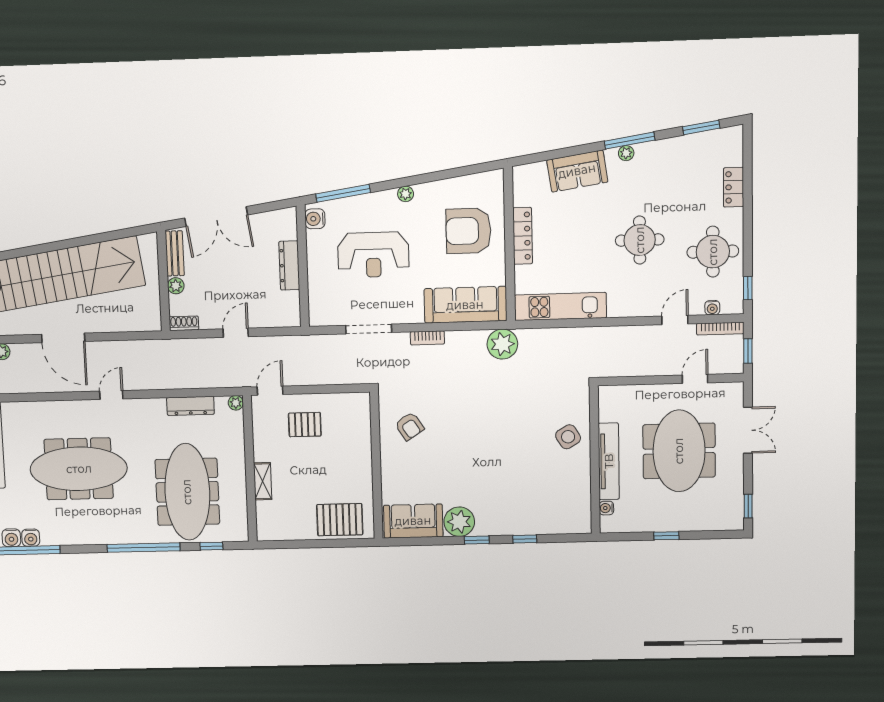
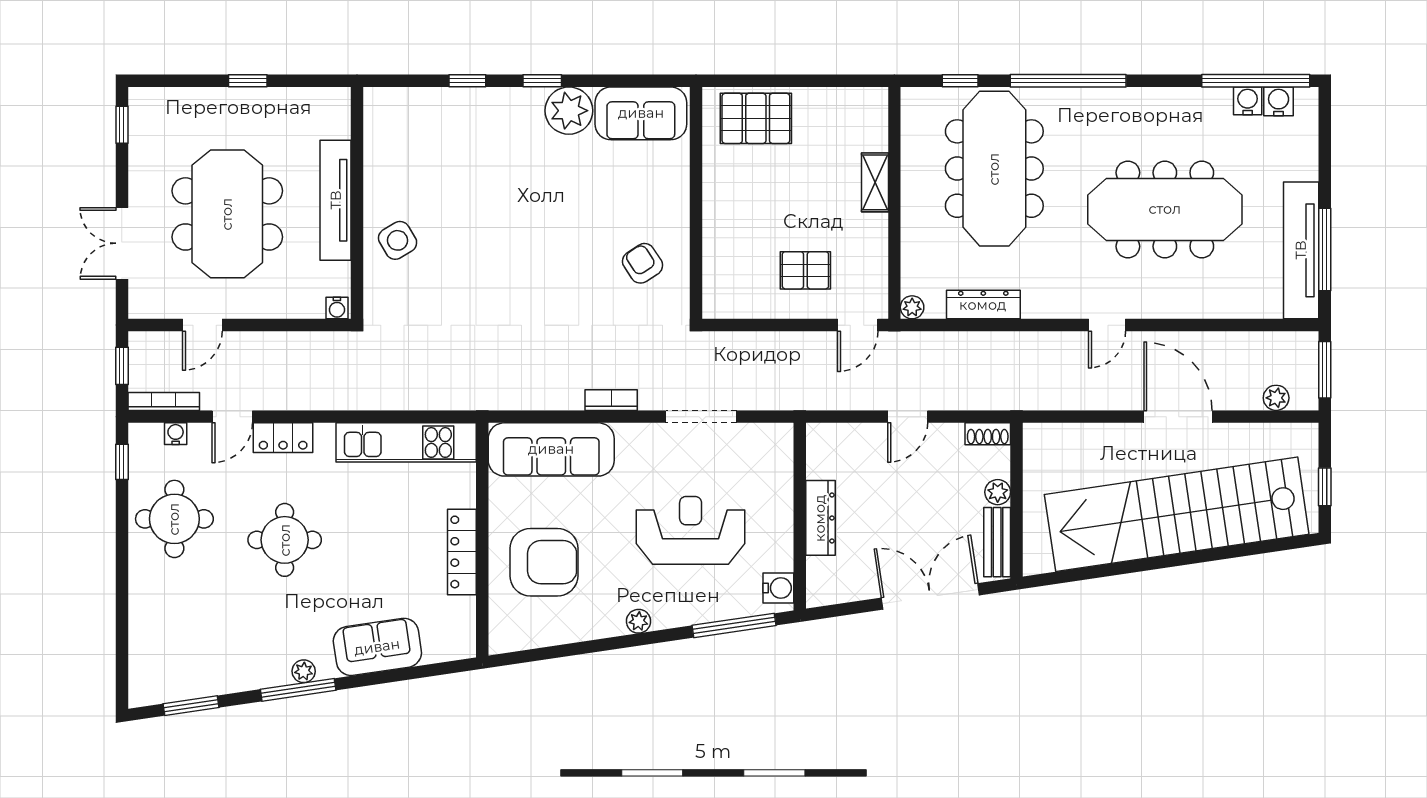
locker: (734, 187) -> (283, 438), moved, turned 90
plant: (502, 344) -> (496, 387), removed
water cooler: (606, 508) -> (337, 308), moved, turned 90

